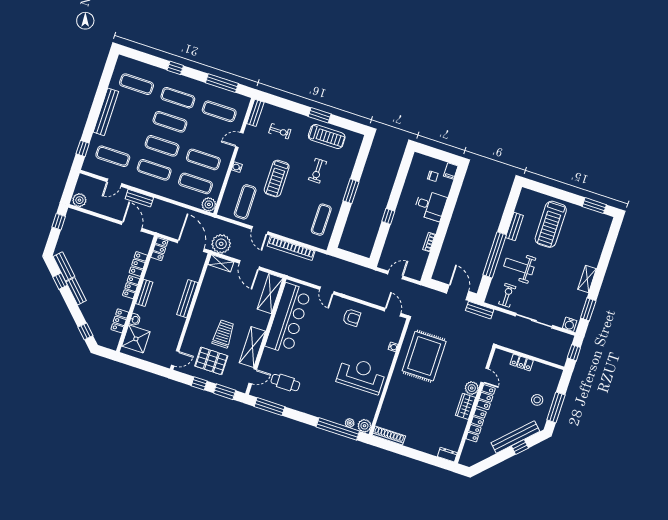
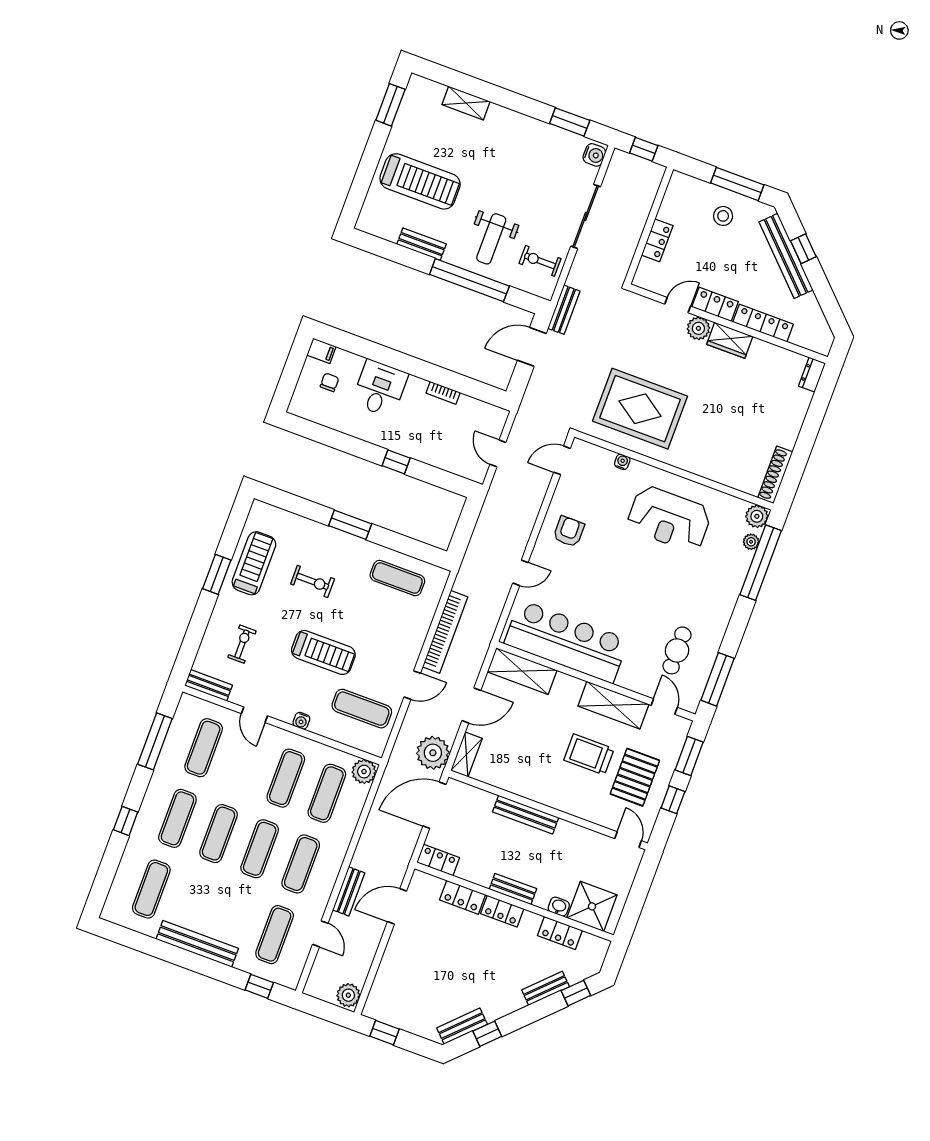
shelving: (587, 279) -> (466, 103), moved
bench: (76, 291) -> (546, 988), moved
reception desk: (361, 375) -> (669, 519), turned -90

